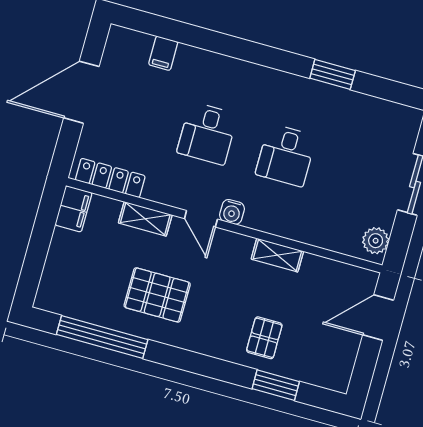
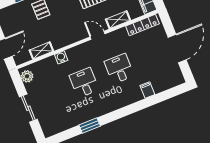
filing cabinet: (163, 53) -> (147, 90), moved
water cooler: (232, 212) -> (61, 57), moved
shelving: (277, 255) -> (41, 51), moved

